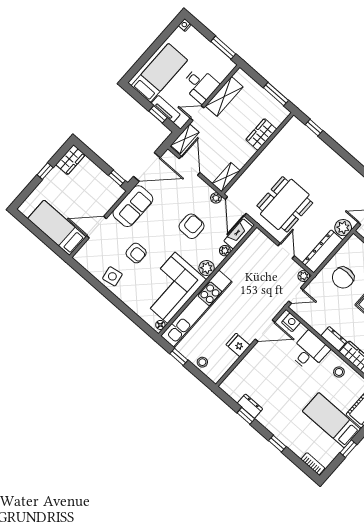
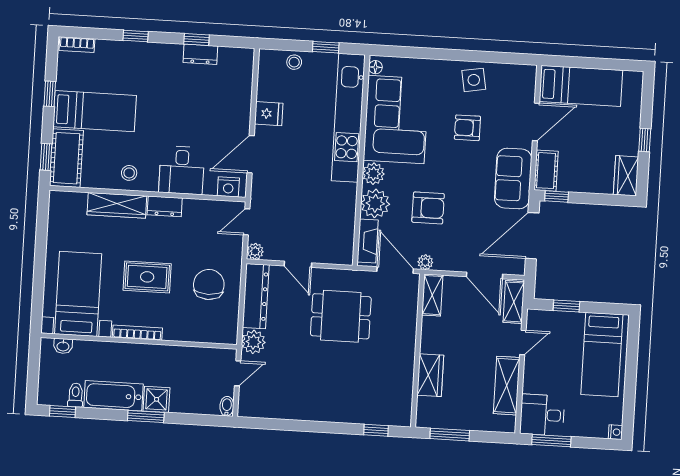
desk: (200, 85) -> (542, 415), moved
tv unit: (166, 109) -> (562, 319), removed
cot: (112, 196) -> (546, 171), added
dining table: (285, 204) -> (341, 316), width x0.73
armchair: (191, 226) -> (428, 208), turned -90
plant: (225, 251) -> (375, 203), width x1.88, depth x1.88

